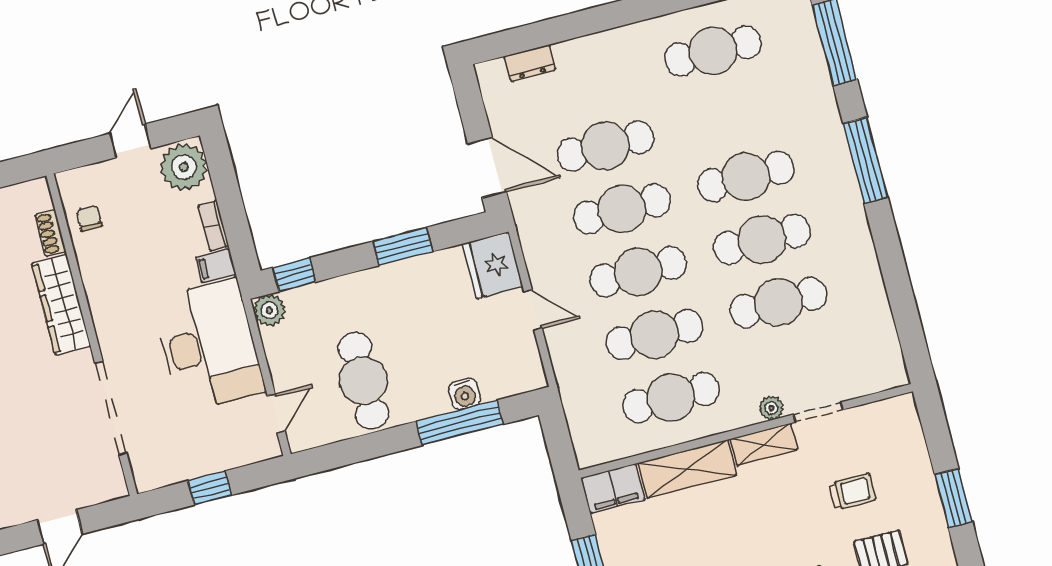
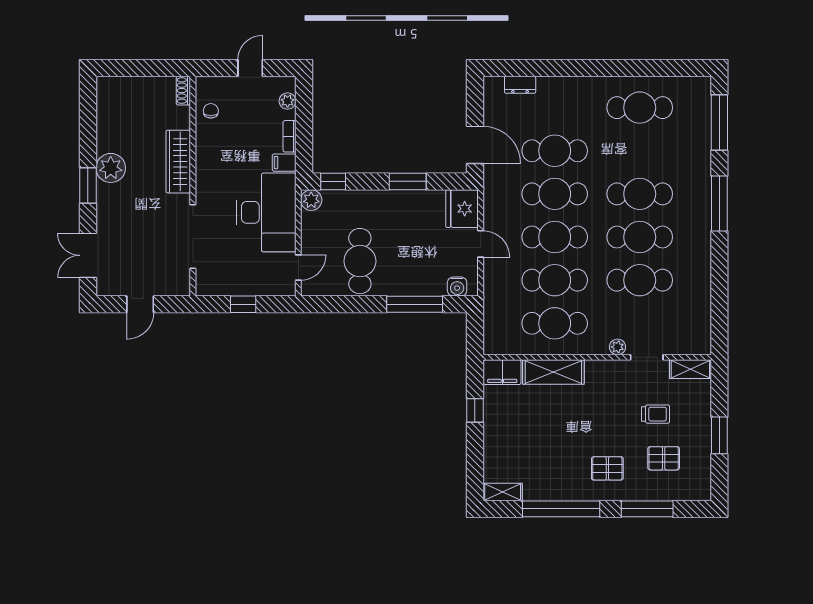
plant: (184, 167) -> (288, 101), width x0.53, depth x0.53
shoe rack: (51, 233) -> (183, 91), moved
water cooler: (464, 394) -> (457, 287), moved
shelving: (764, 445) -> (690, 369), moved

